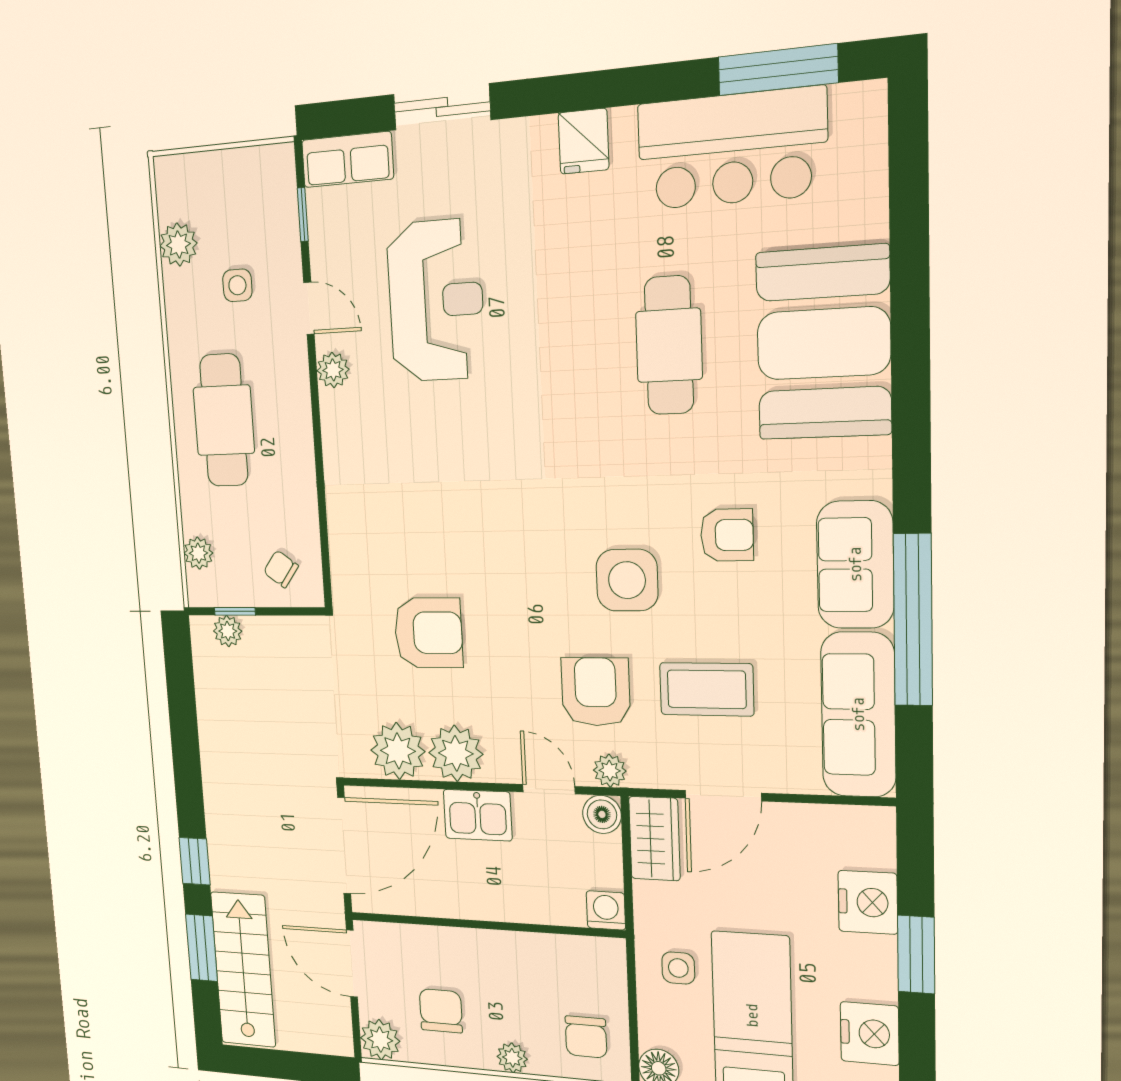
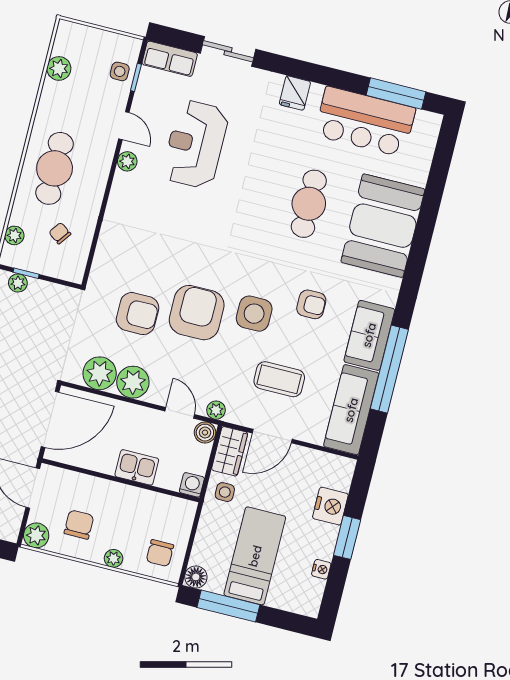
side table: (237, 285) -> (120, 71), moved
reception desk: (436, 301) -> (195, 144), turned 180
chair: (281, 569) -> (60, 233), moved
armchair: (596, 692) -> (197, 313), moved, width x1.36, depth x1.36
kitchen sink: (478, 815) -> (137, 467), moved, turned 180
side table: (678, 968) -> (225, 492), moved
nightstand: (870, 1034) -> (321, 569), width x0.53, depth x0.56

